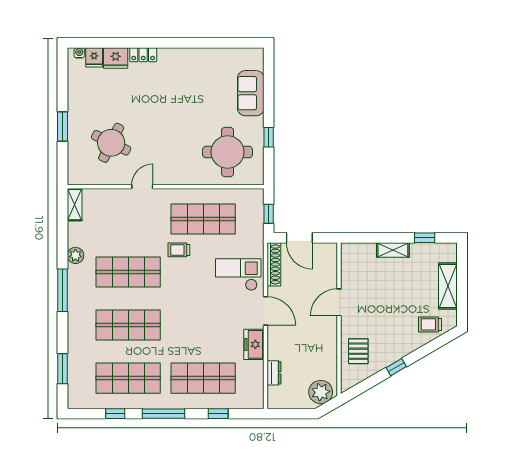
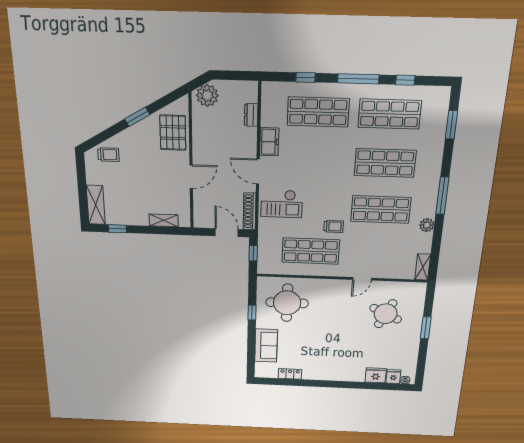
locker: (143, 55) -> (290, 374), moved
shelving: (393, 250) -> (164, 220), moved
shelving: (448, 286) -> (96, 205), moved
pallet: (358, 351) -> (173, 133), width x1.50, depth x1.42
window: (396, 367) -> (137, 117), width x1.50

